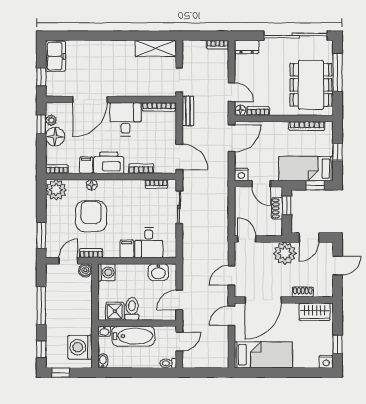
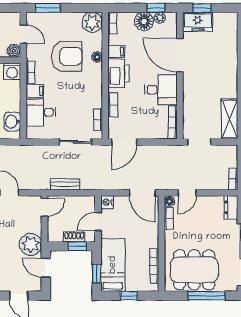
freezer: (56, 56) -> (198, 22), moved
bench: (188, 111) -> (65, 184), moved
bookcase: (91, 253) -> (31, 72), moved

